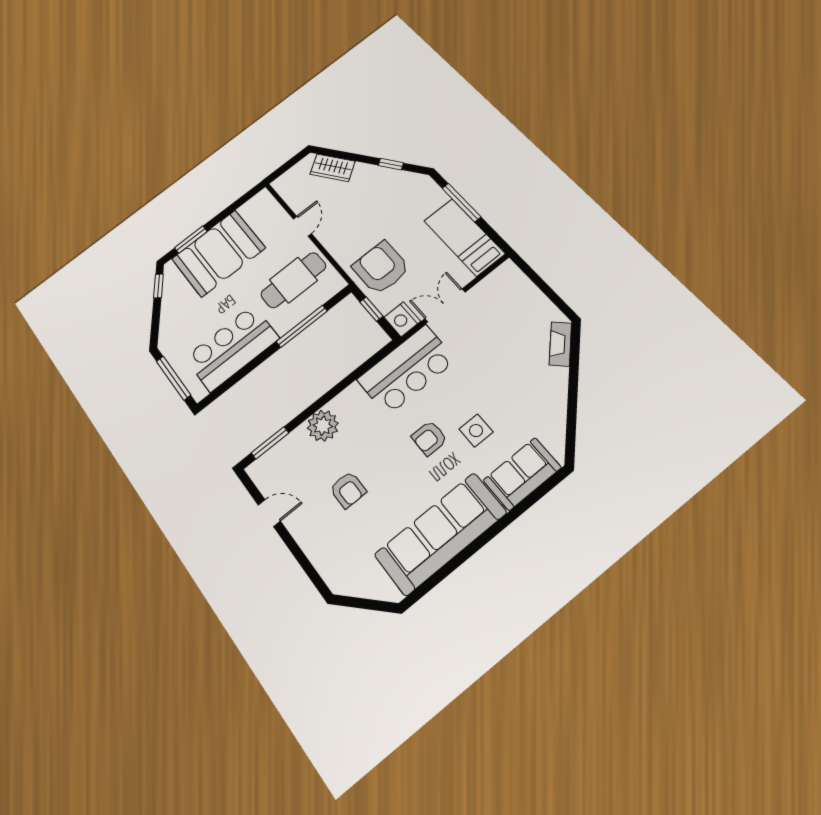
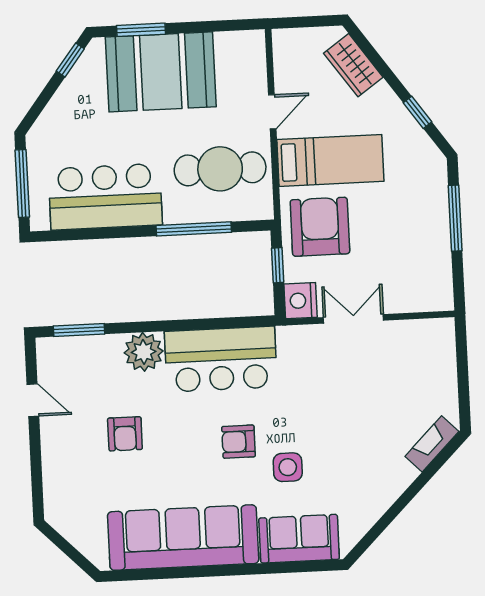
bed: (464, 237) -> (330, 160), moved, turned 90
bar counter: (407, 370) -> (221, 359), moved

